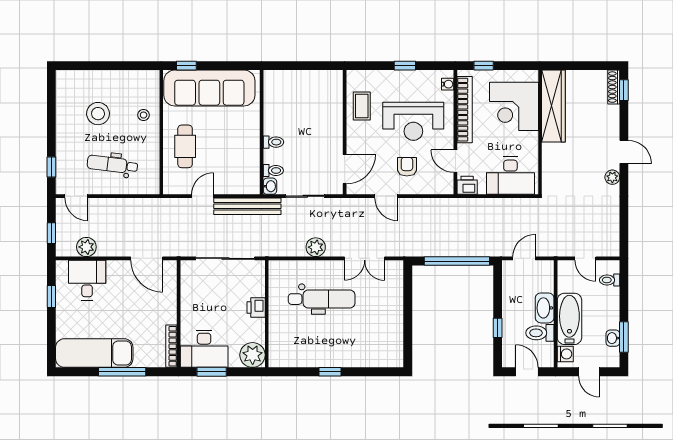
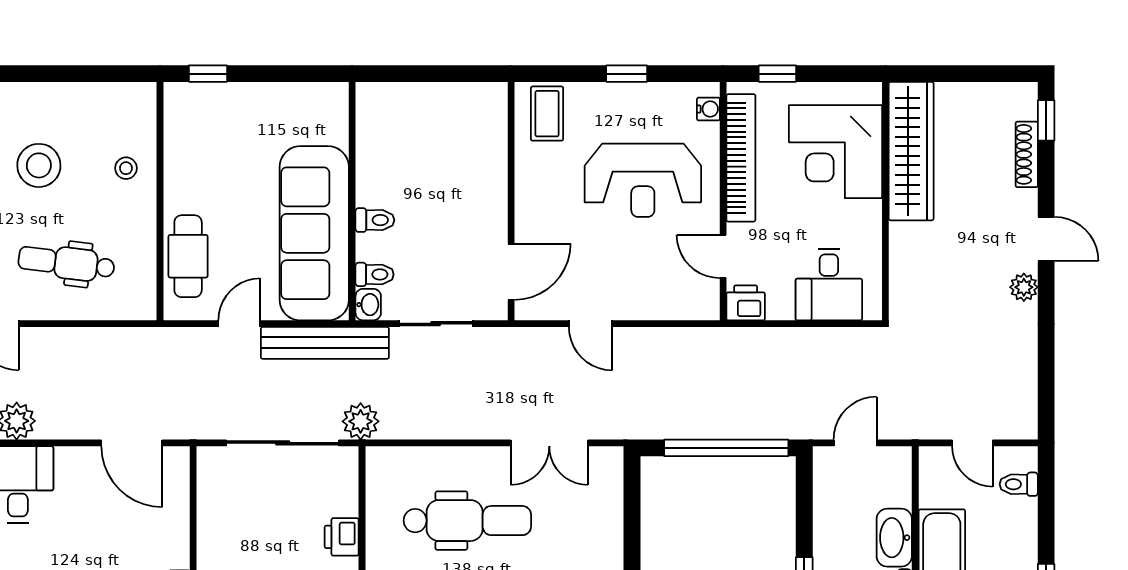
shoe rack: (614, 87) -> (1027, 154), moved
sofa: (209, 88) -> (314, 233), moved, turned 90
coffee table: (362, 106) -> (547, 114), moved
cafe table: (185, 146) -> (188, 256), moved
armchair: (407, 167) -> (631, 267), removed
desk: (510, 176) -> (829, 284), width x0.73
plant: (316, 247) -> (361, 421), moved

